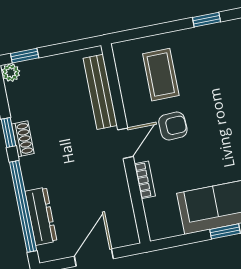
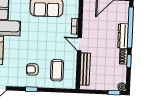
armchair: (173, 126) -> (32, 69), moved
door: (125, 143) -> (79, 44), hinge flipped
dresser: (41, 216) -> (123, 36), moved

